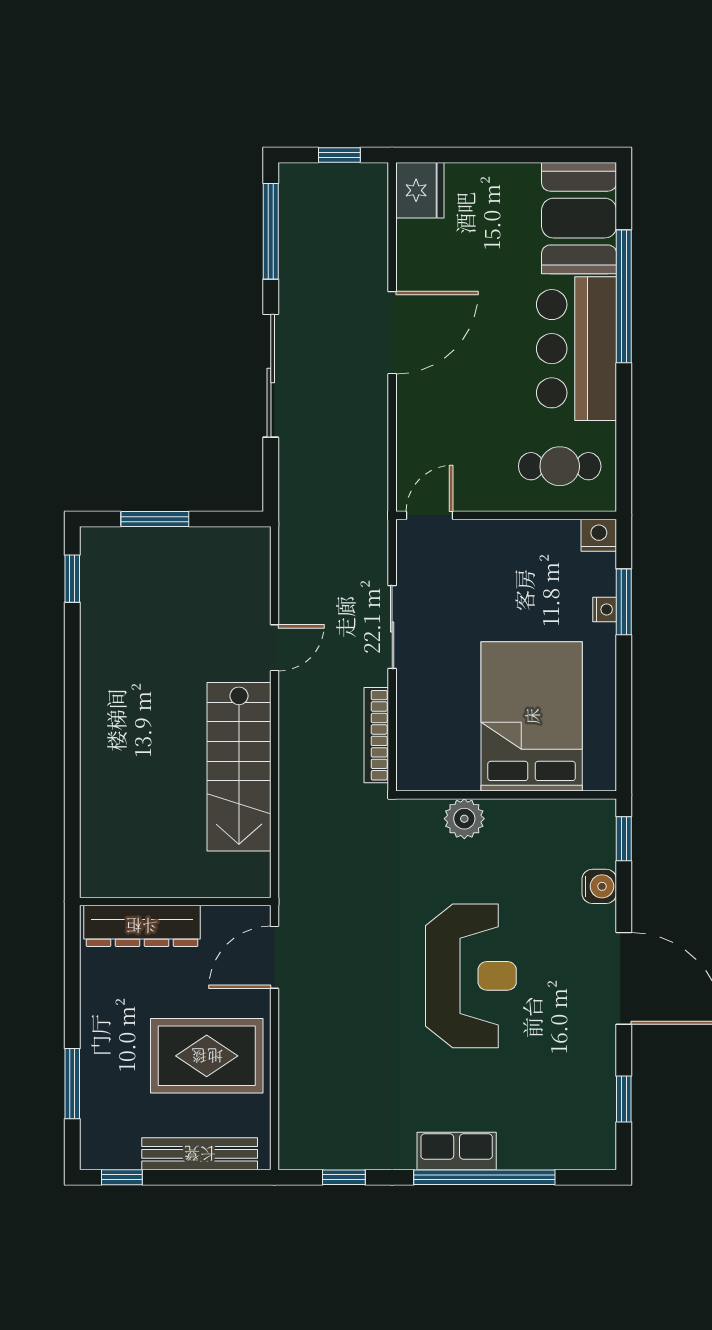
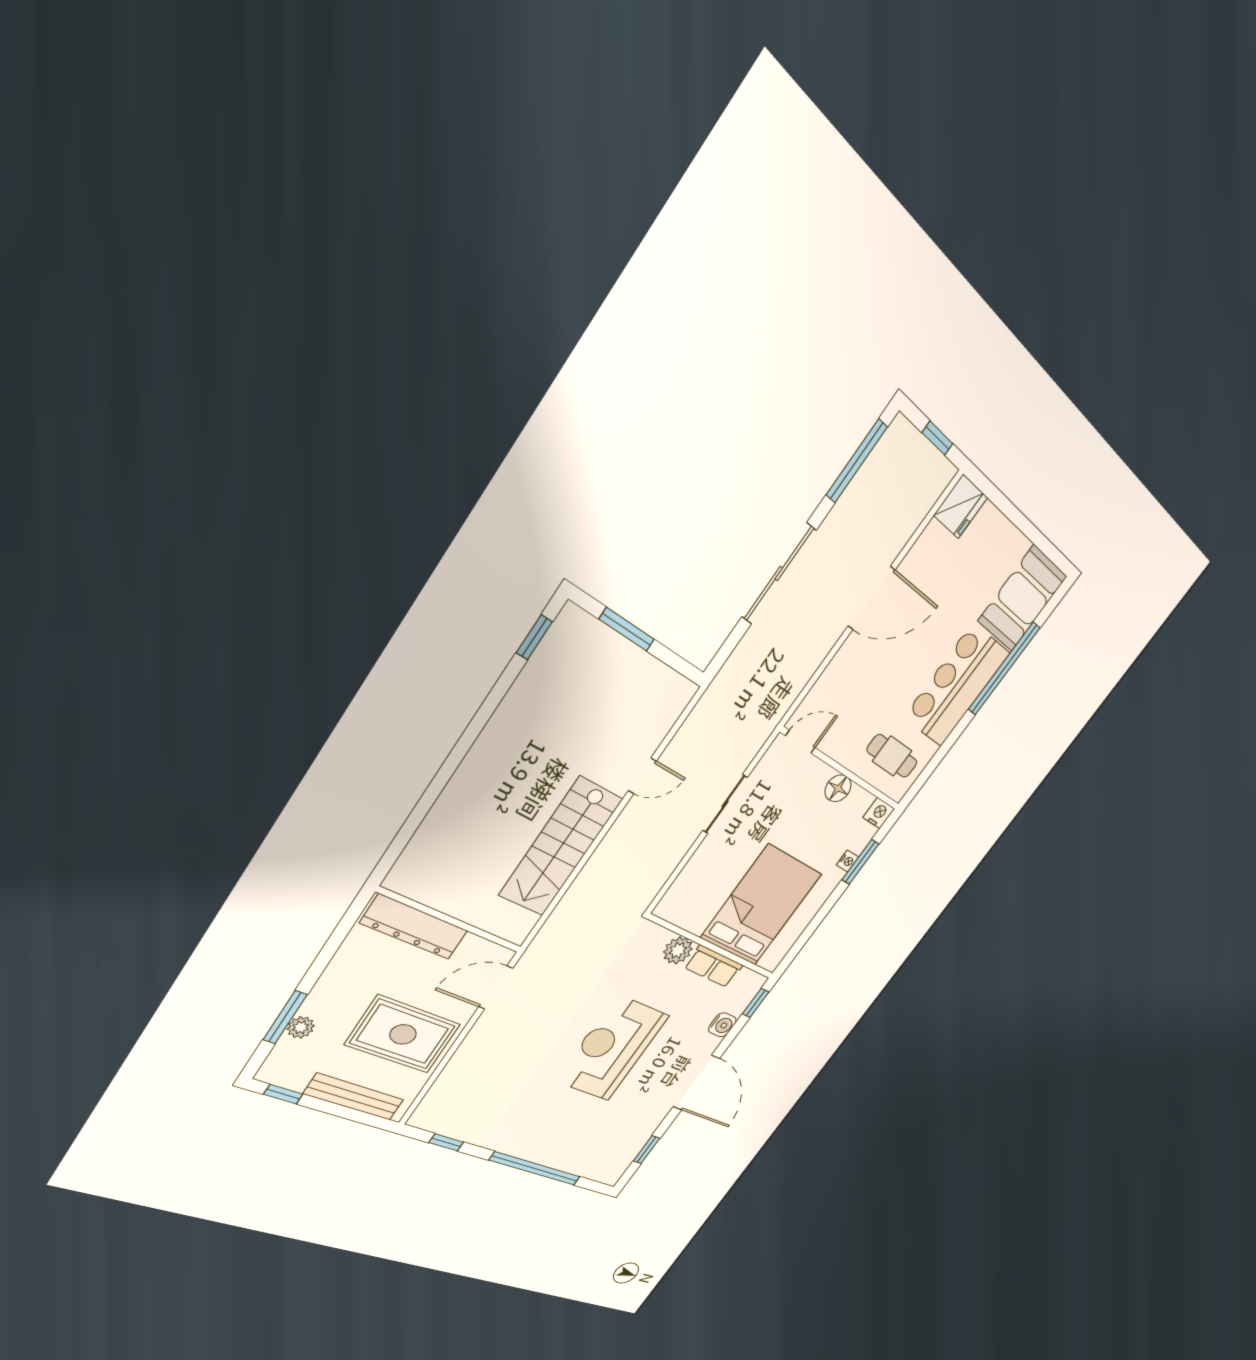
floor lamp: (520, 537) -> (838, 788), added
bookcase: (376, 735) -> (664, 871), removed
reception desk: (471, 976) -> (612, 1048), turned 180
plant: (94, 1089) -> (301, 1027), added
row of seats: (457, 1151) -> (714, 966), moved, turned 180

